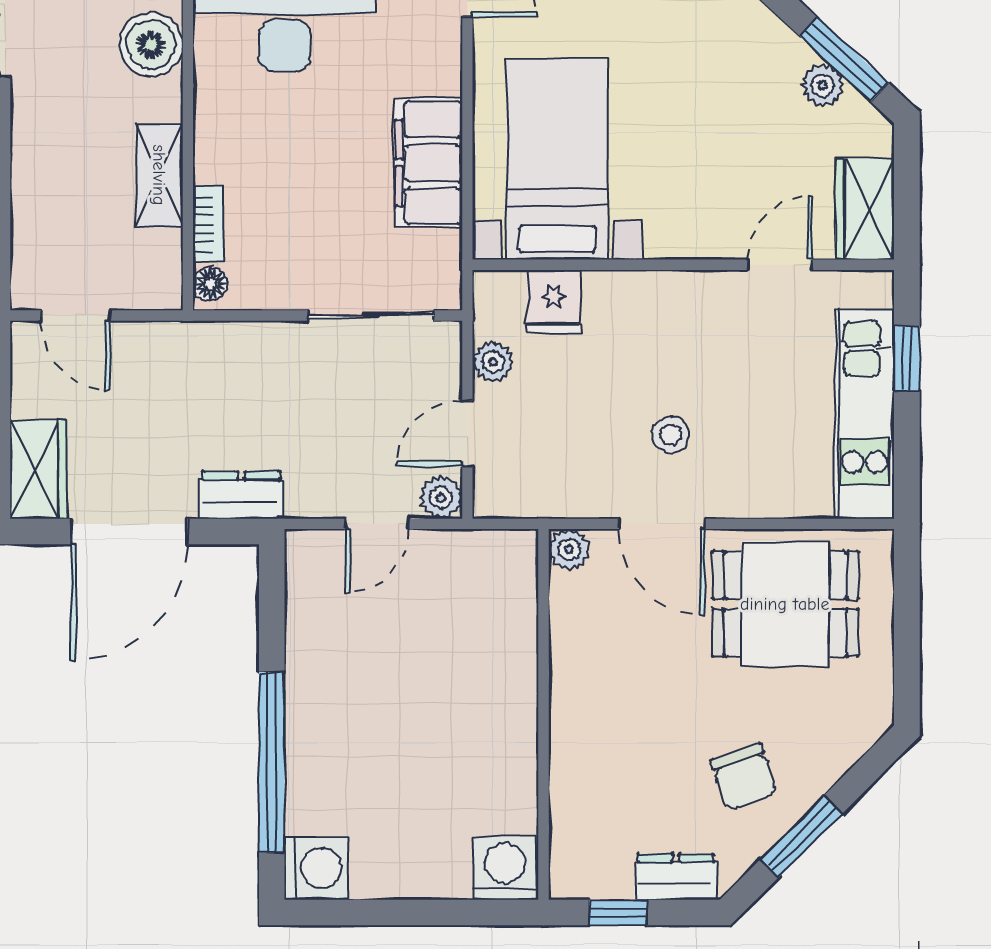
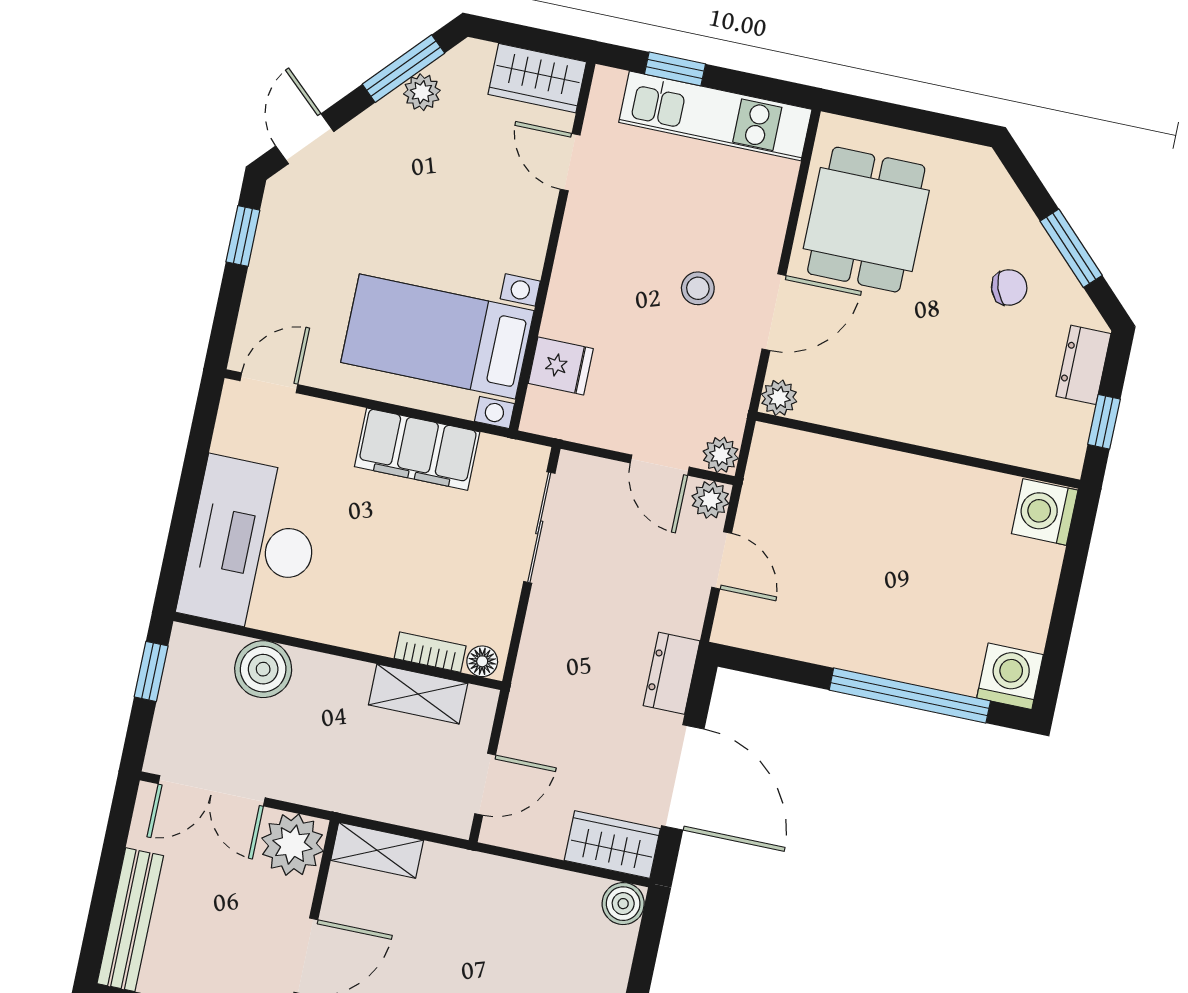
shelving: (159, 175) -> (418, 694), moved
plant: (493, 362) -> (721, 455), moved
chair: (744, 777) -> (1009, 287), width x0.73, depth x0.73

